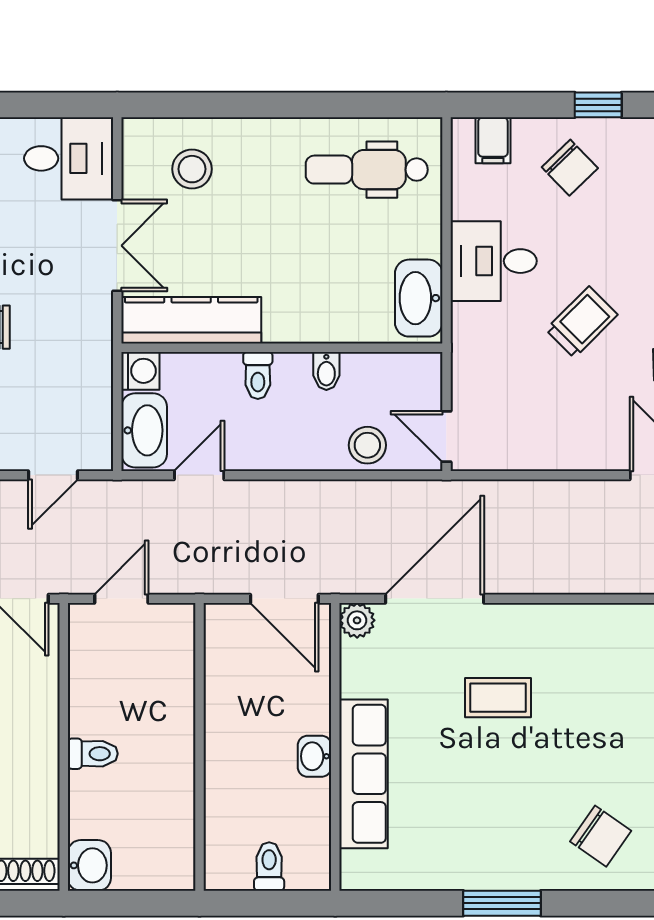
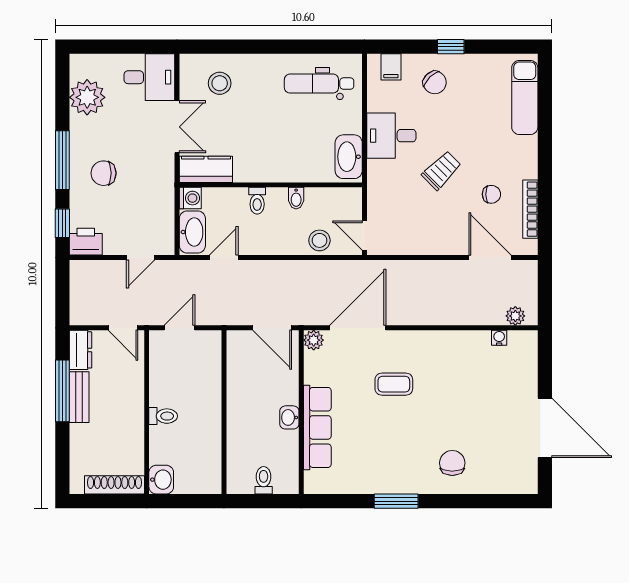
kitchen counter: (191, 320) -> (206, 169), width x0.67
chair: (601, 836) -> (452, 463), turned -125

